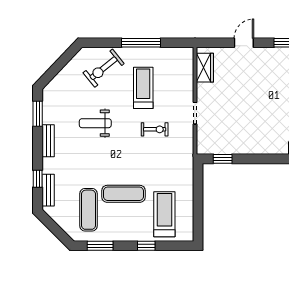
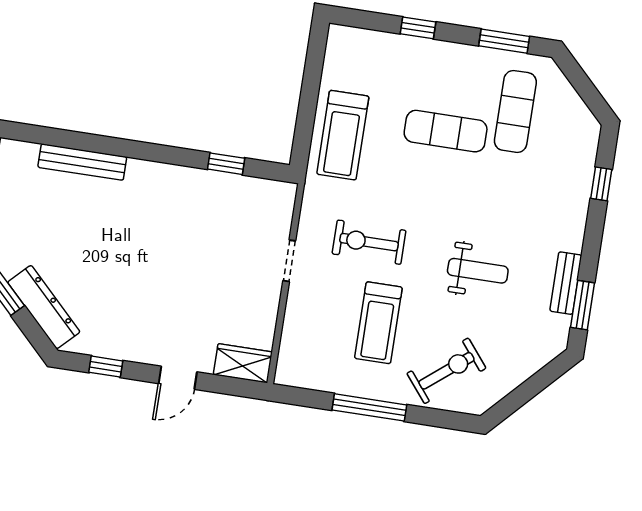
wardrobe: (205, 68) -> (243, 363), moved, turned 90
exercise bike: (155, 129) -> (369, 242), width x1.38, depth x1.39
bench: (48, 141) -> (566, 283), moved
window: (223, 159) -> (226, 164), moved
bench: (48, 190) -> (585, 160), removed
treadmill: (164, 214) -> (343, 135), moved

